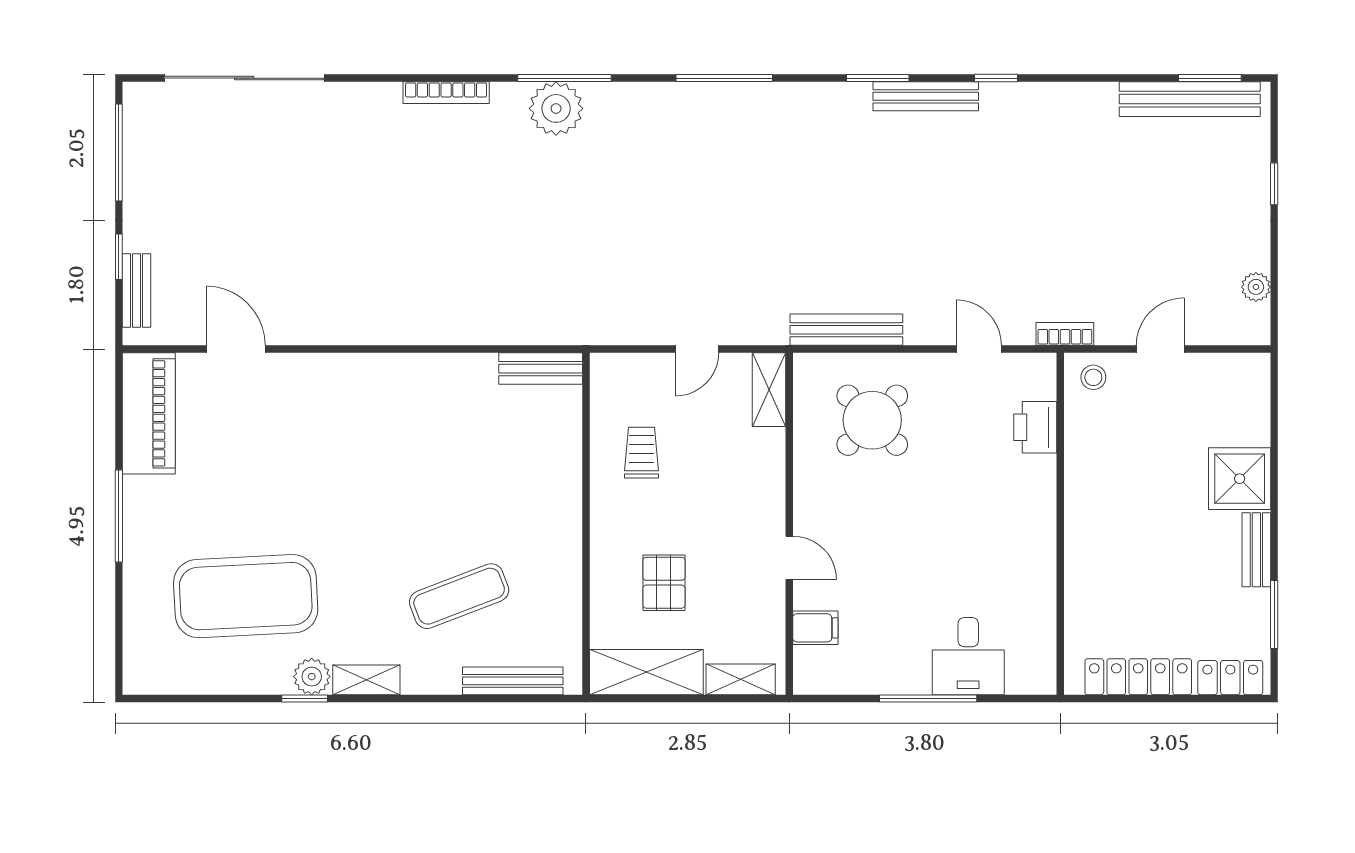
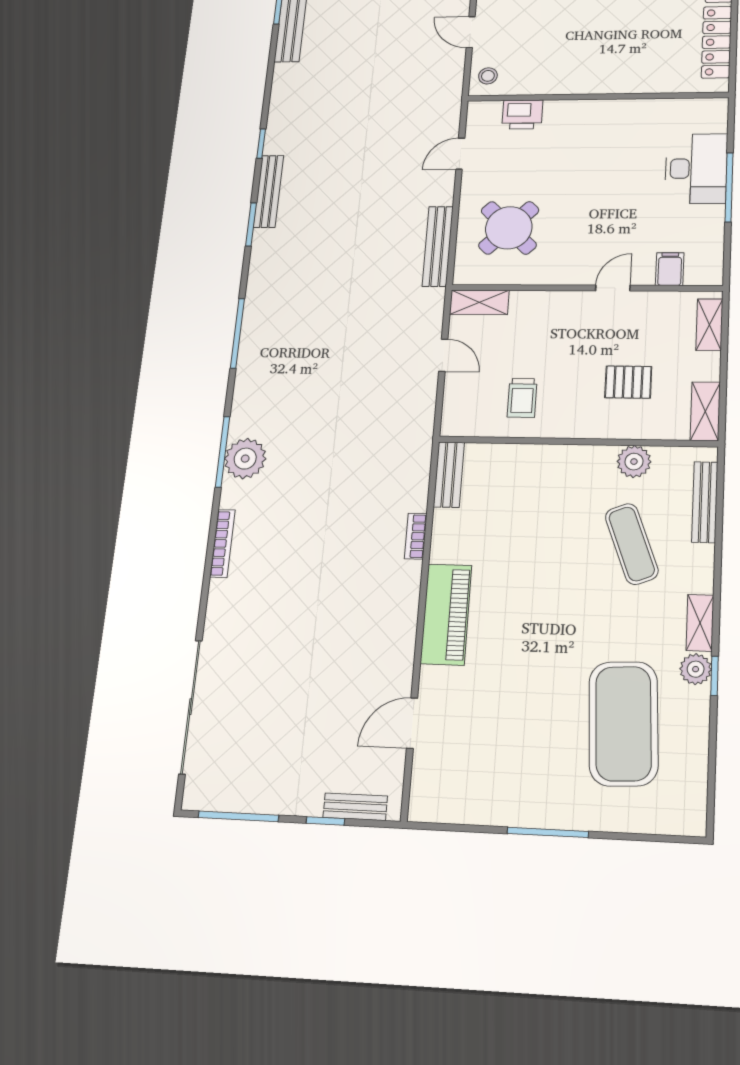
bookcase: (1065, 334) -> (416, 536), moved
piano: (149, 413) -> (446, 614), moved, turned 90
trolley: (642, 453) -> (522, 398), turned -90
plant: (562, 594) -> (634, 462), added
desk: (968, 656) -> (696, 169), width x1.37
shelving: (646, 672) -> (705, 411), width x0.67, depth x0.75

